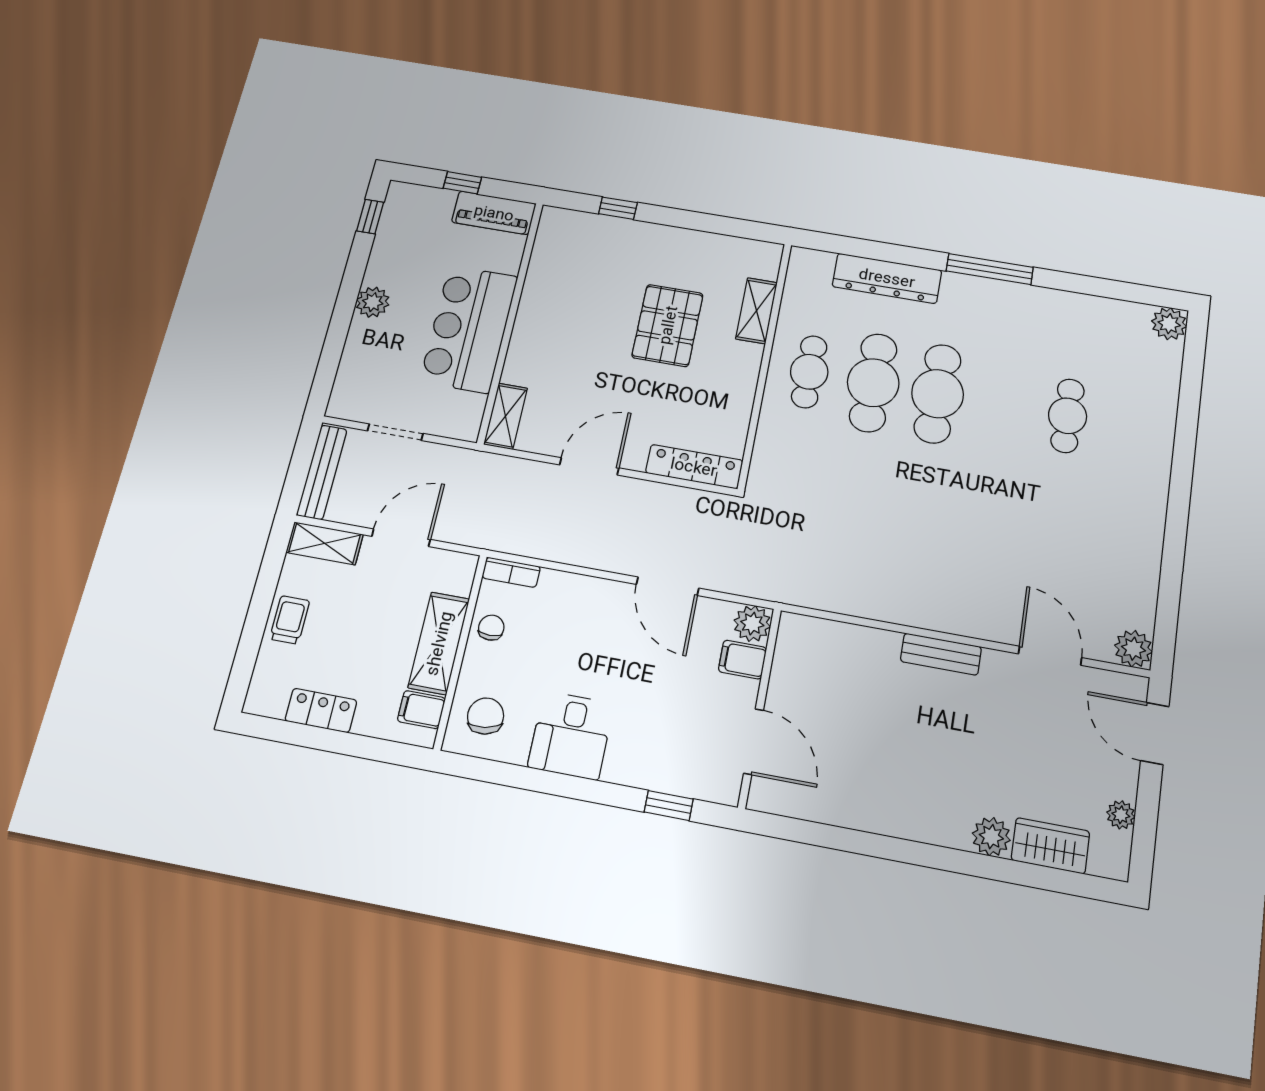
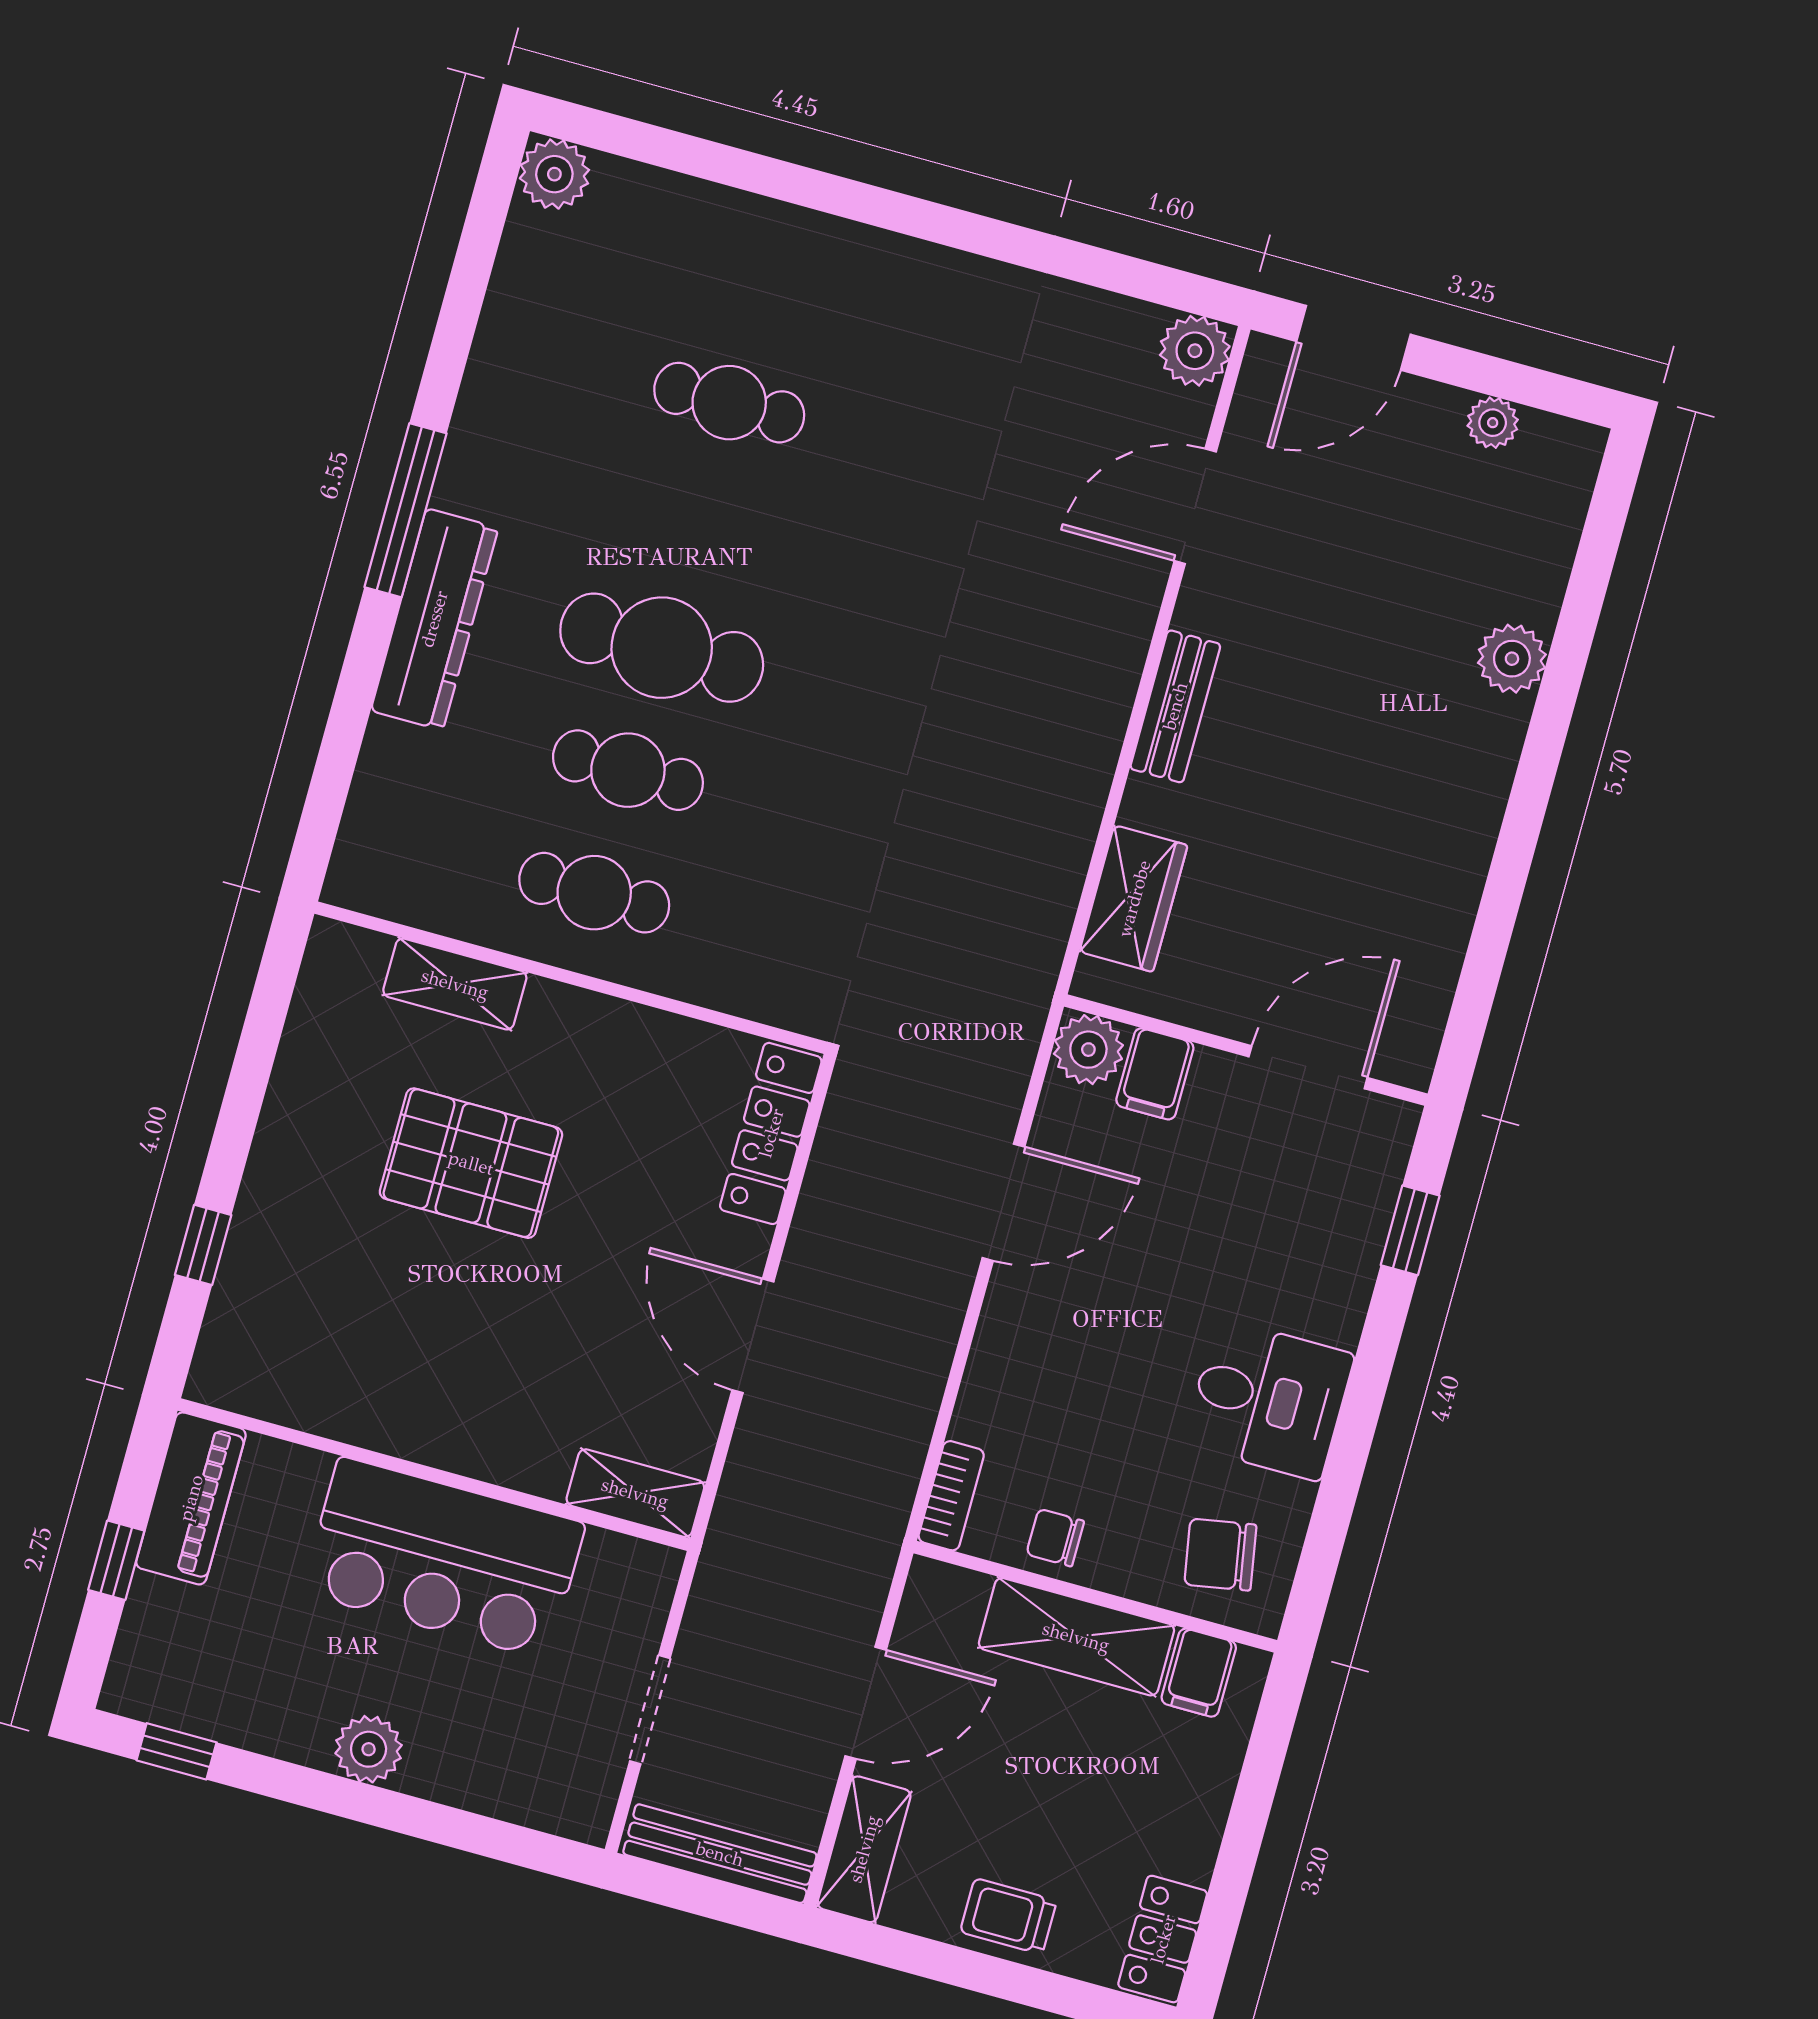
dresser: (887, 278) -> (434, 619), moved
cafe table: (873, 383) -> (628, 770), width x0.73, depth x0.74
door: (401, 538) -> (866, 1703), swing flipped
locker: (321, 710) -> (1163, 1939), moved
wardrobe: (1050, 846) -> (1134, 899), moved, turned 180

